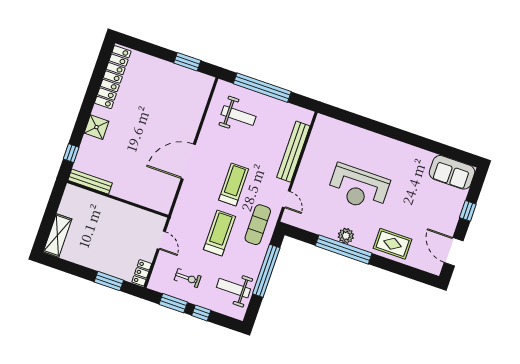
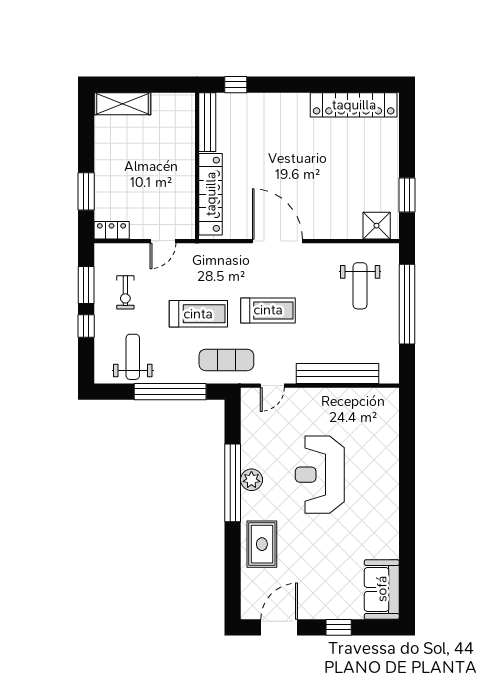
shower: (96, 127) -> (377, 226), moved
locker: (140, 196) -> (211, 194), added

